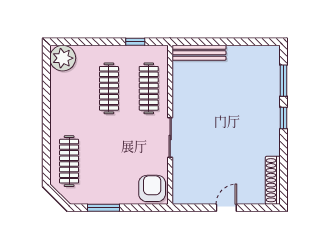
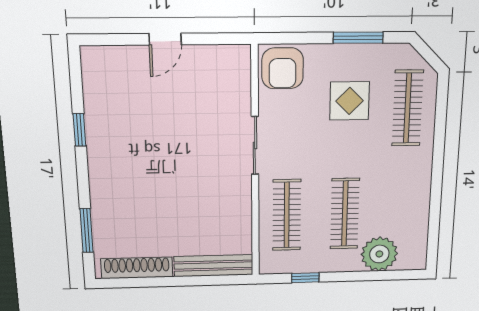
plant: (63, 58) -> (379, 254), moved
window: (284, 118) -> (79, 130), moved
display table: (108, 167) -> (350, 101), added
shoe rack: (273, 180) -> (137, 268), moved, turned -90

